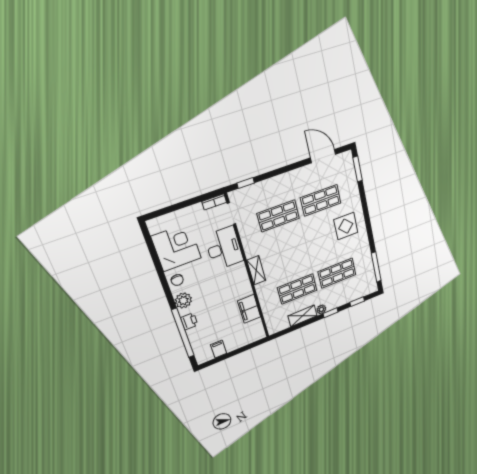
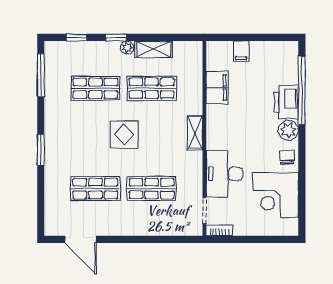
window: (358, 169) -> (41, 150), moved
window: (246, 183) -> (179, 239), removed
display table: (346, 226) -> (124, 135), moved
printer: (189, 321) -> (286, 102), width x1.87, depth x1.48
filing cabinet: (219, 349) -> (241, 51), moved

